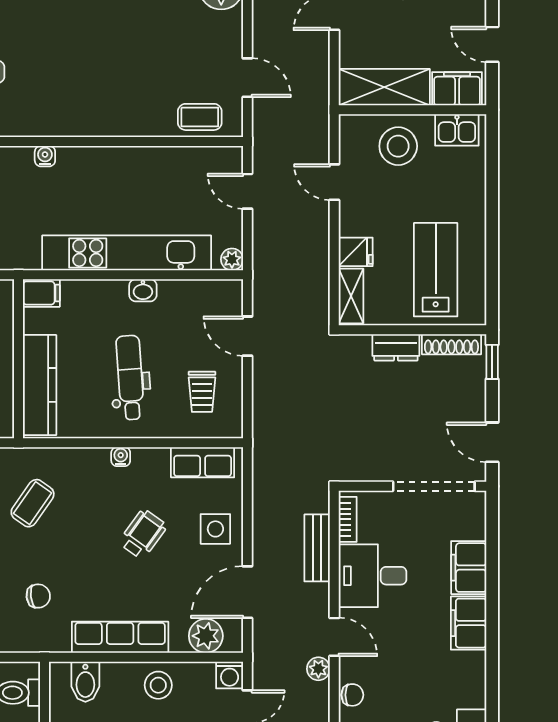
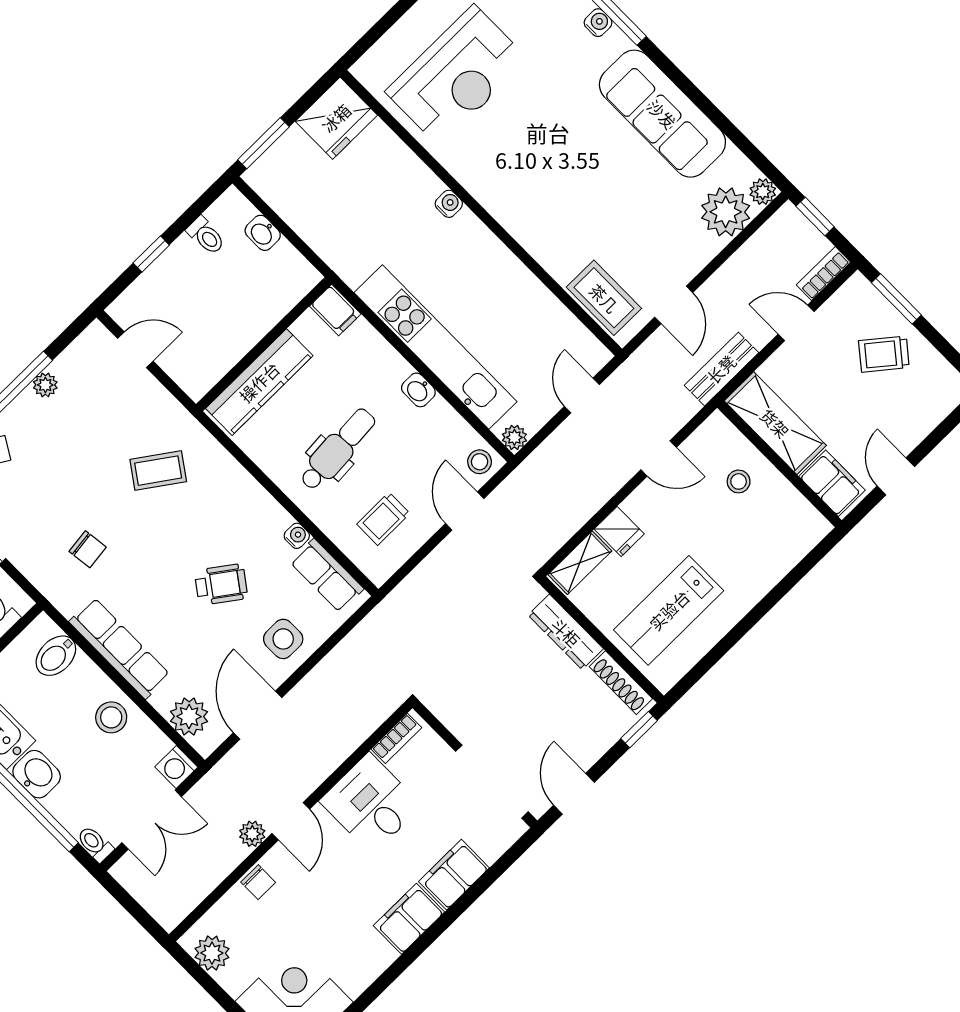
coffee table: (200, 117) -> (604, 298), width x1.36, depth x1.30
kitchen sink: (457, 130) -> (799, 516), removed
stool: (398, 146) -> (739, 481), width x0.53, depth x0.53
door: (334, 182) -> (659, 458), swing flipped
lab bench: (436, 270) -> (669, 610), turned 180
stool: (226, 296) -> (480, 462), added
dresser: (396, 347) -> (566, 632), width x1.44
water cooler: (121, 457) -> (297, 536), moved
bench: (317, 548) -> (721, 369), moved
door: (247, 592) -> (258, 715), hinge flipped

